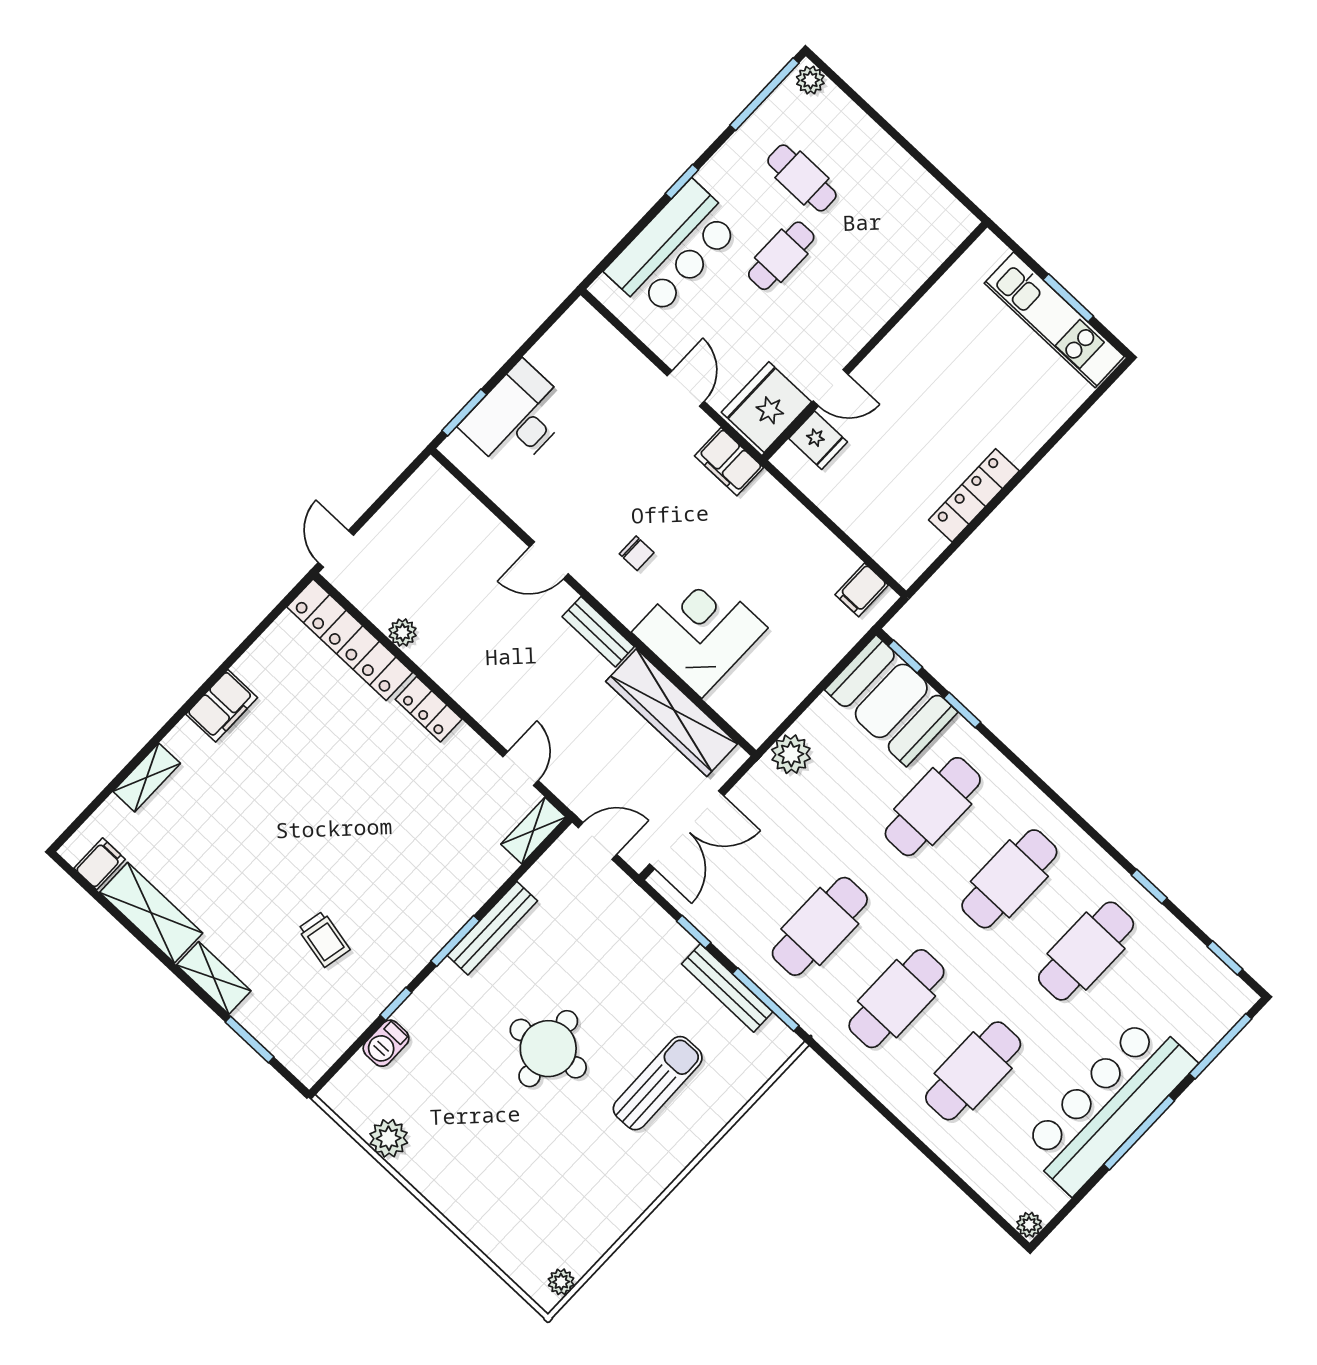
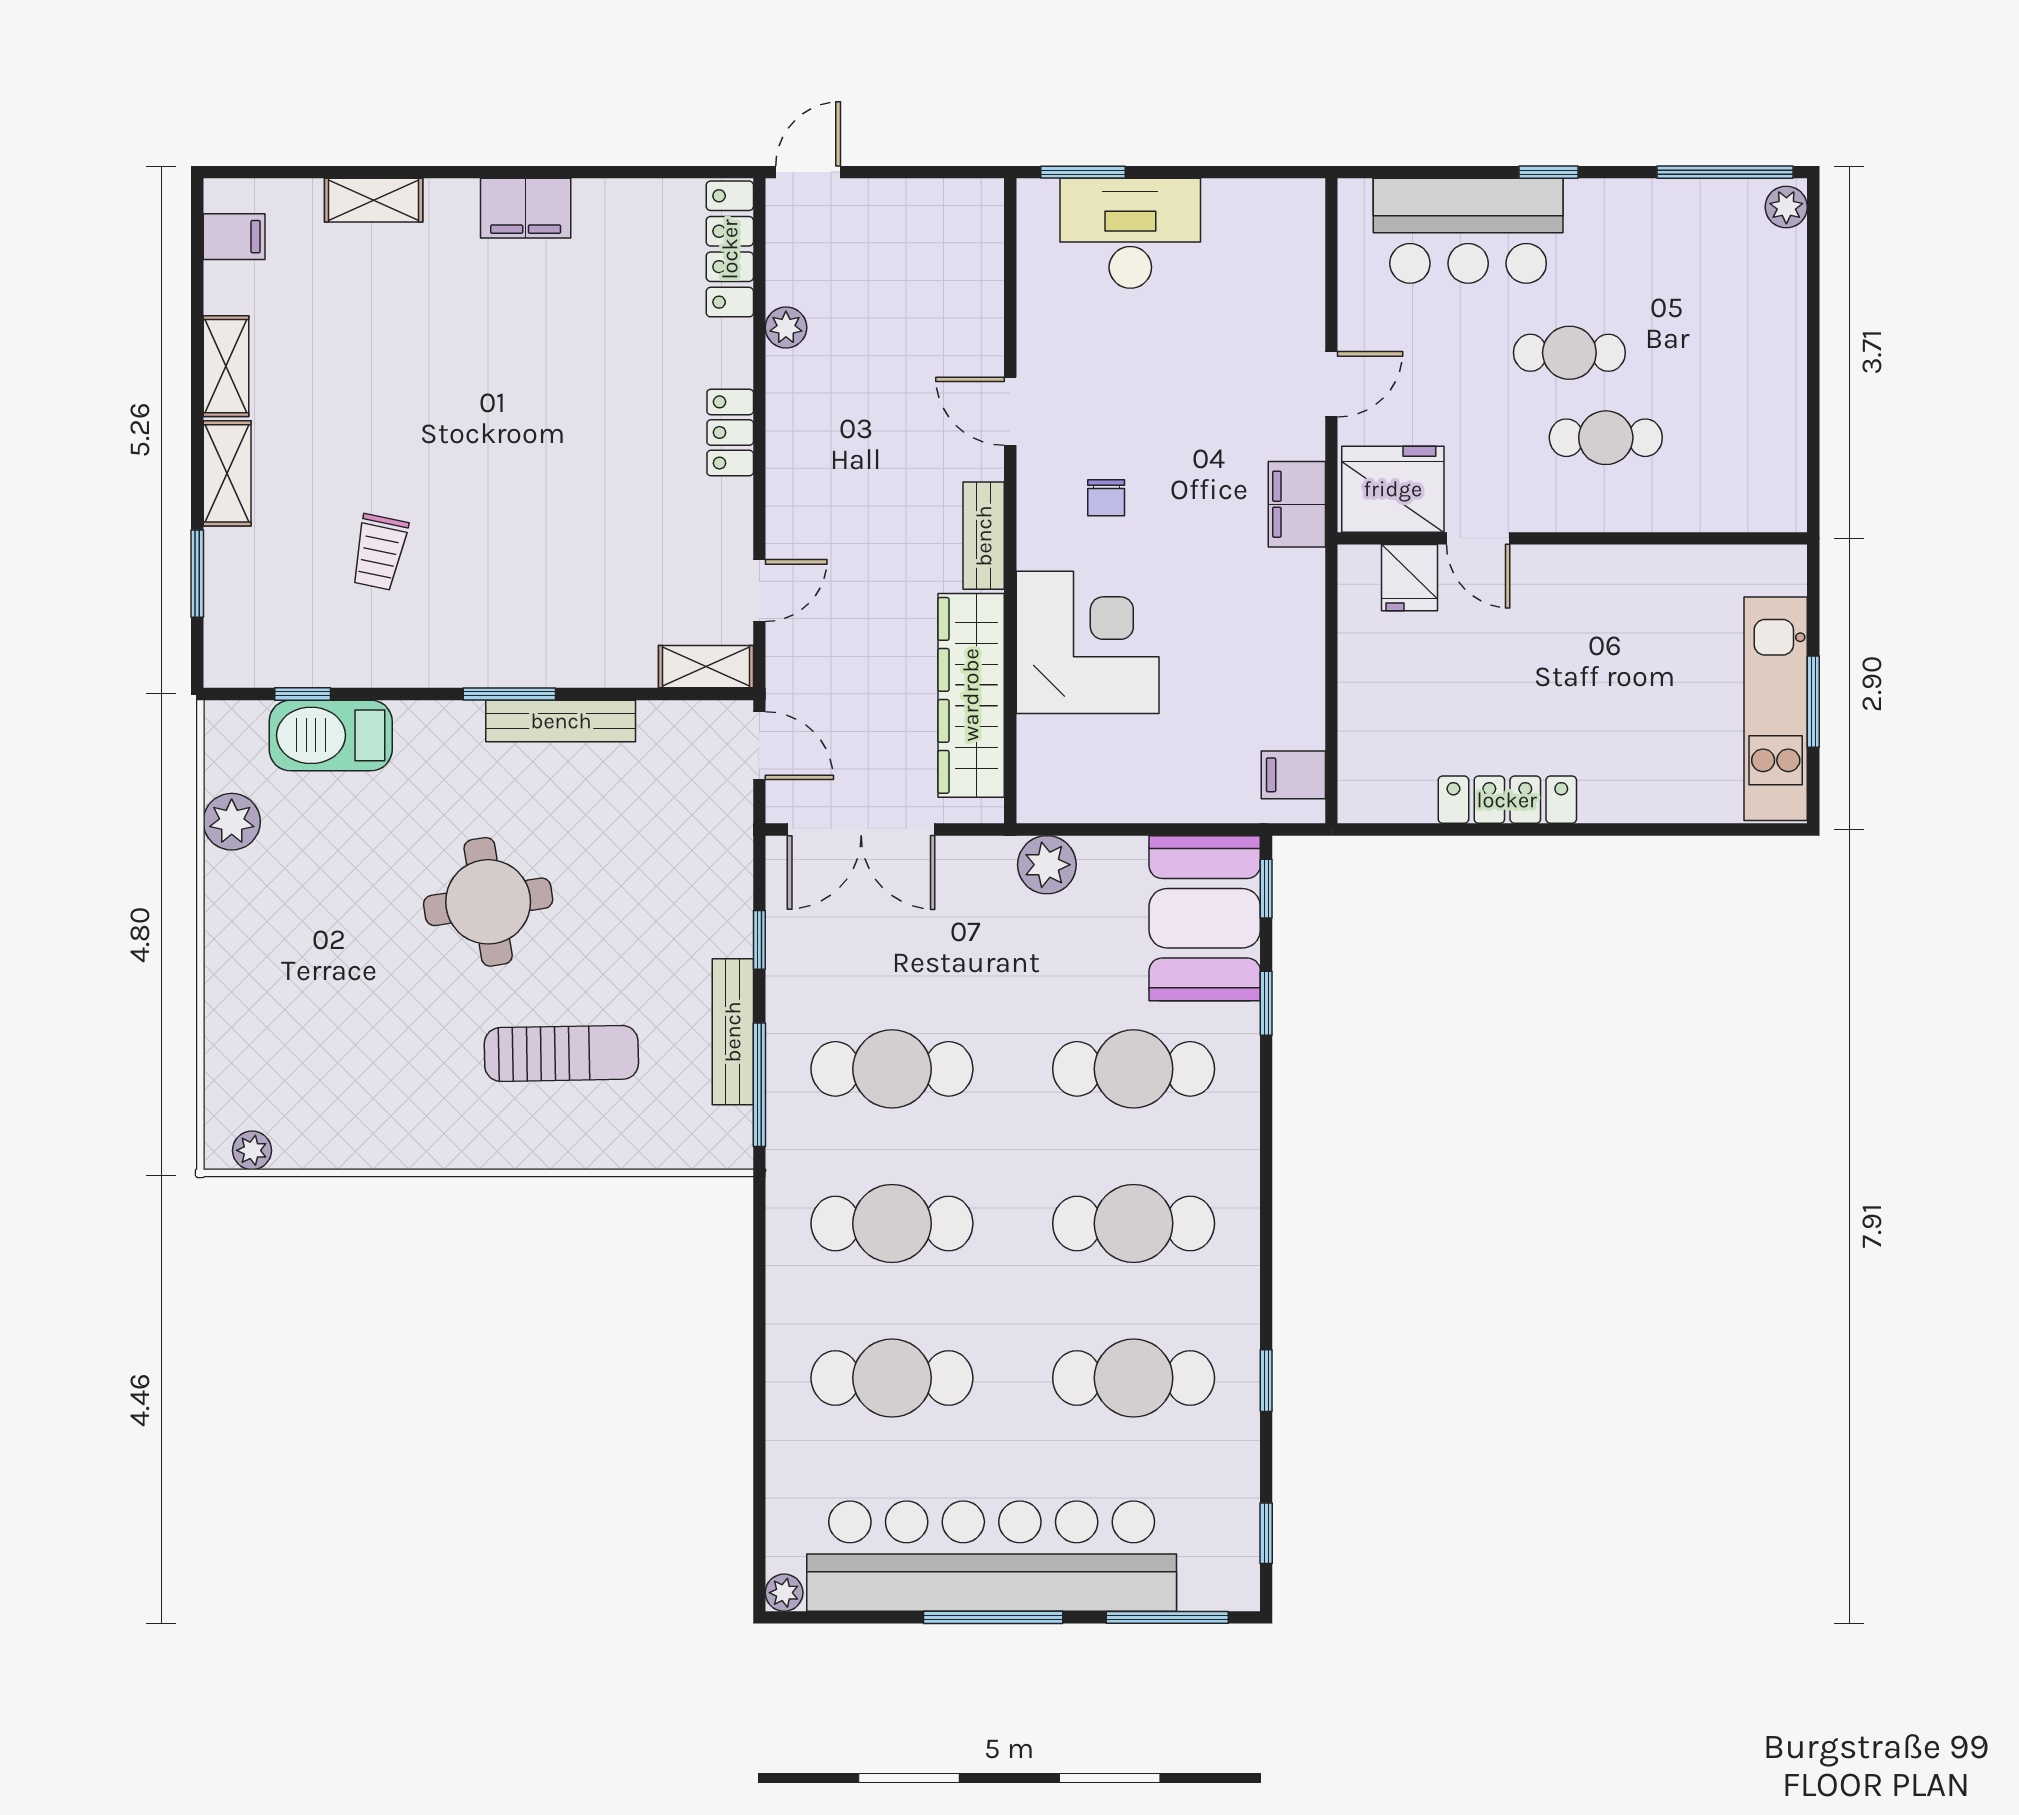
cafe table: (802, 178) -> (1606, 438), moved, turned 90
locker: (350, 640) -> (730, 249), width x0.71, depth x0.83
shelving: (151, 913) -> (226, 366), width x0.67, depth x0.75
window: (396, 1004) -> (303, 694), moved
barbecue: (386, 1043) -> (331, 735), width x1.88, depth x1.53
bar counter: (1108, 1105) -> (992, 1556), width x1.36

